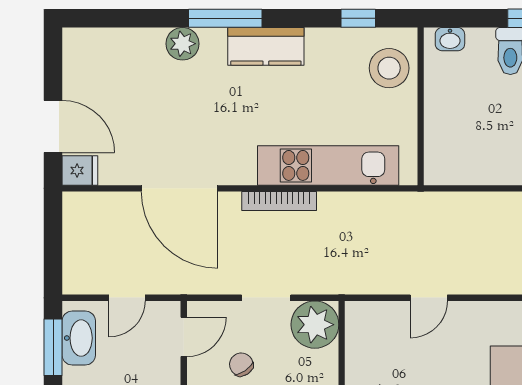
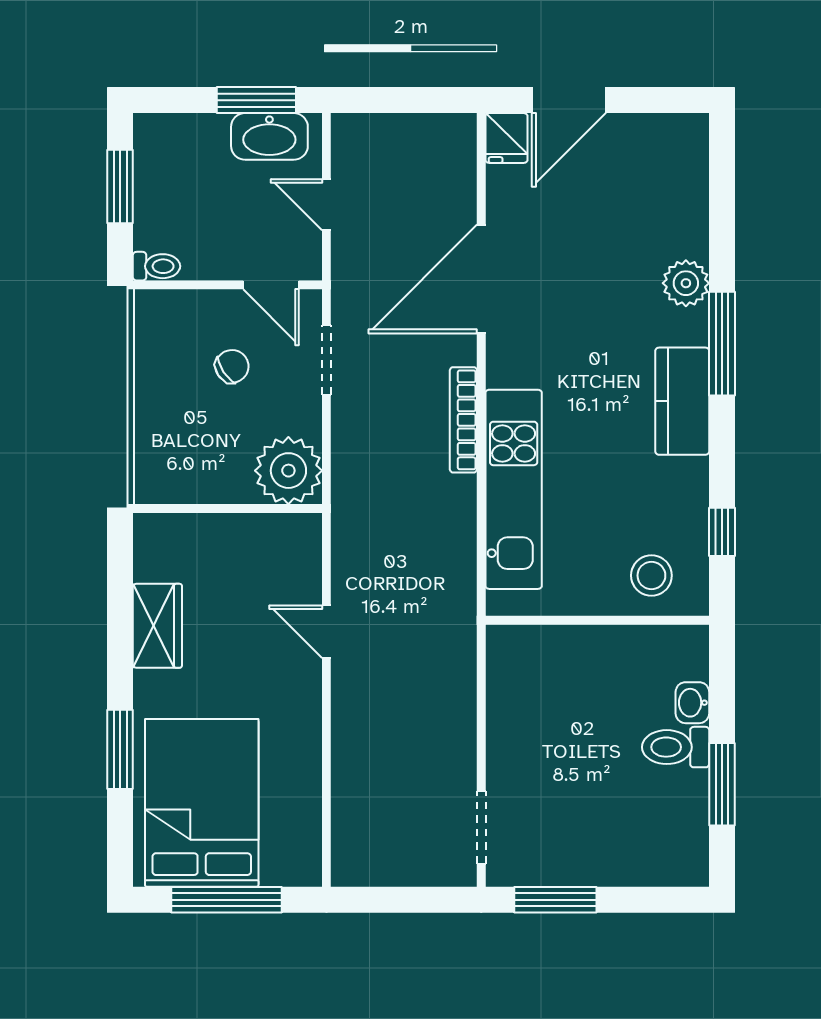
washbasin: (450, 39) -> (692, 703), moved
stool: (389, 68) -> (651, 575), width x0.73, depth x0.73
doorway: (266, 298) -> (326, 360), moved

